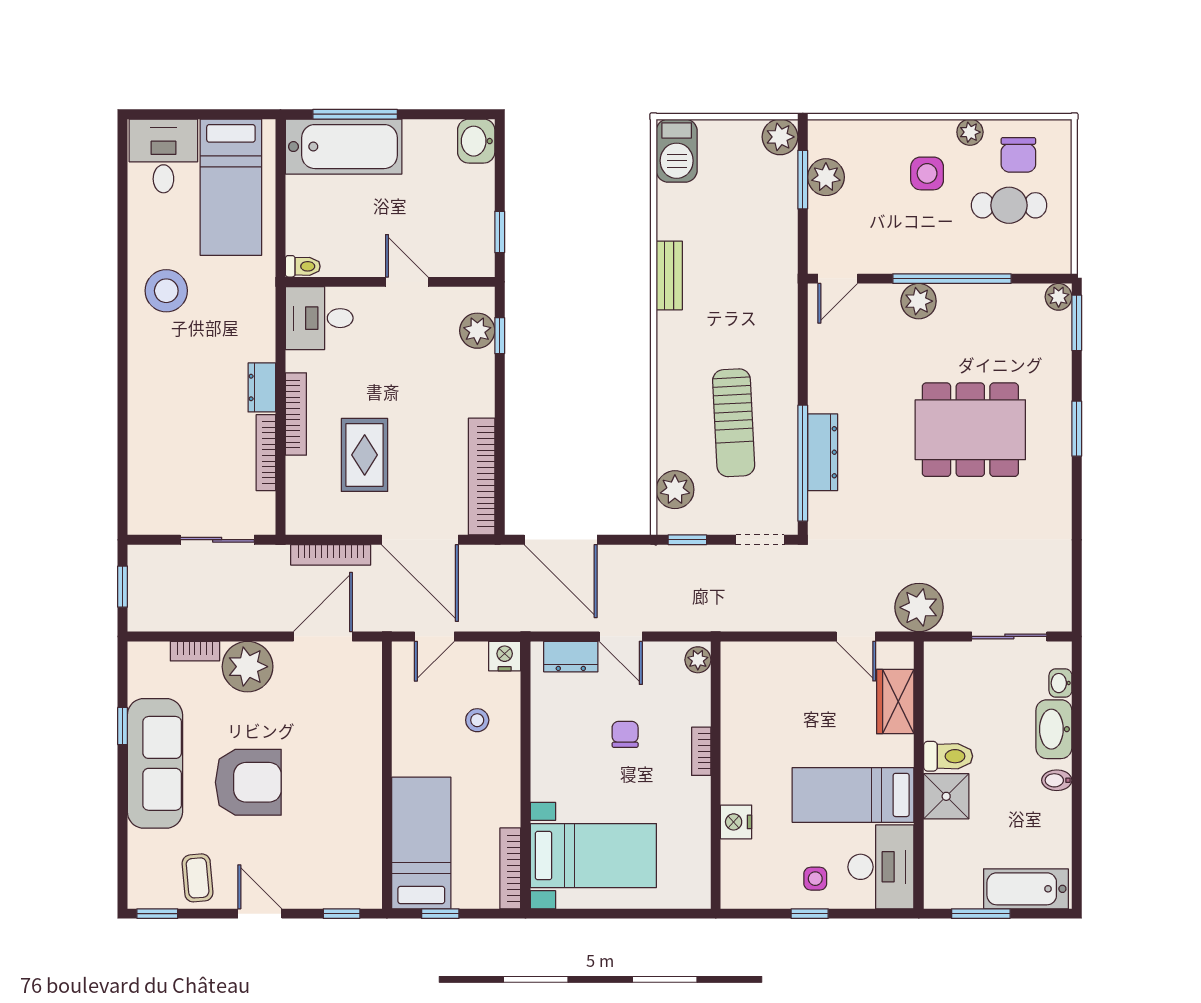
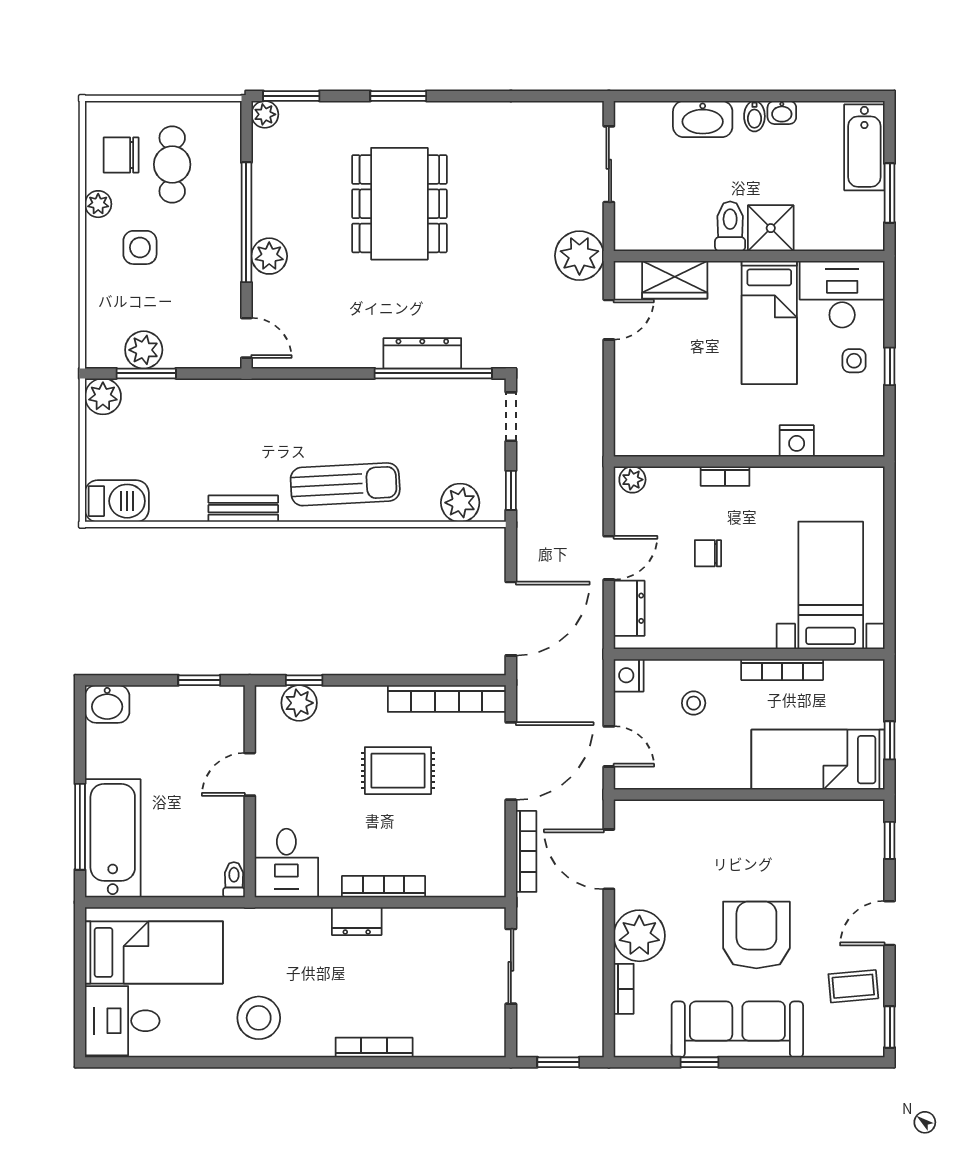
chair: (1018, 155) -> (121, 155), turned 180
sun lounger: (734, 423) -> (345, 484), moved
bookcase: (266, 453) -> (374, 1047), moved, turned 180
rug: (365, 455) -> (398, 771), moved
washbasin: (1060, 683) -> (782, 112), moved
bookcase: (510, 868) -> (782, 670), moved

